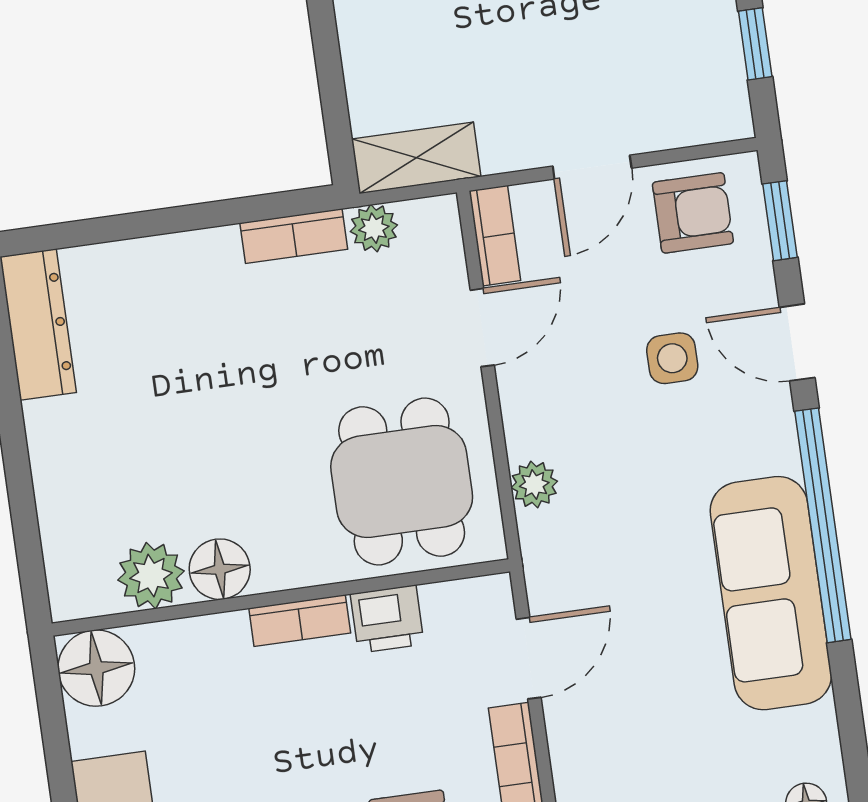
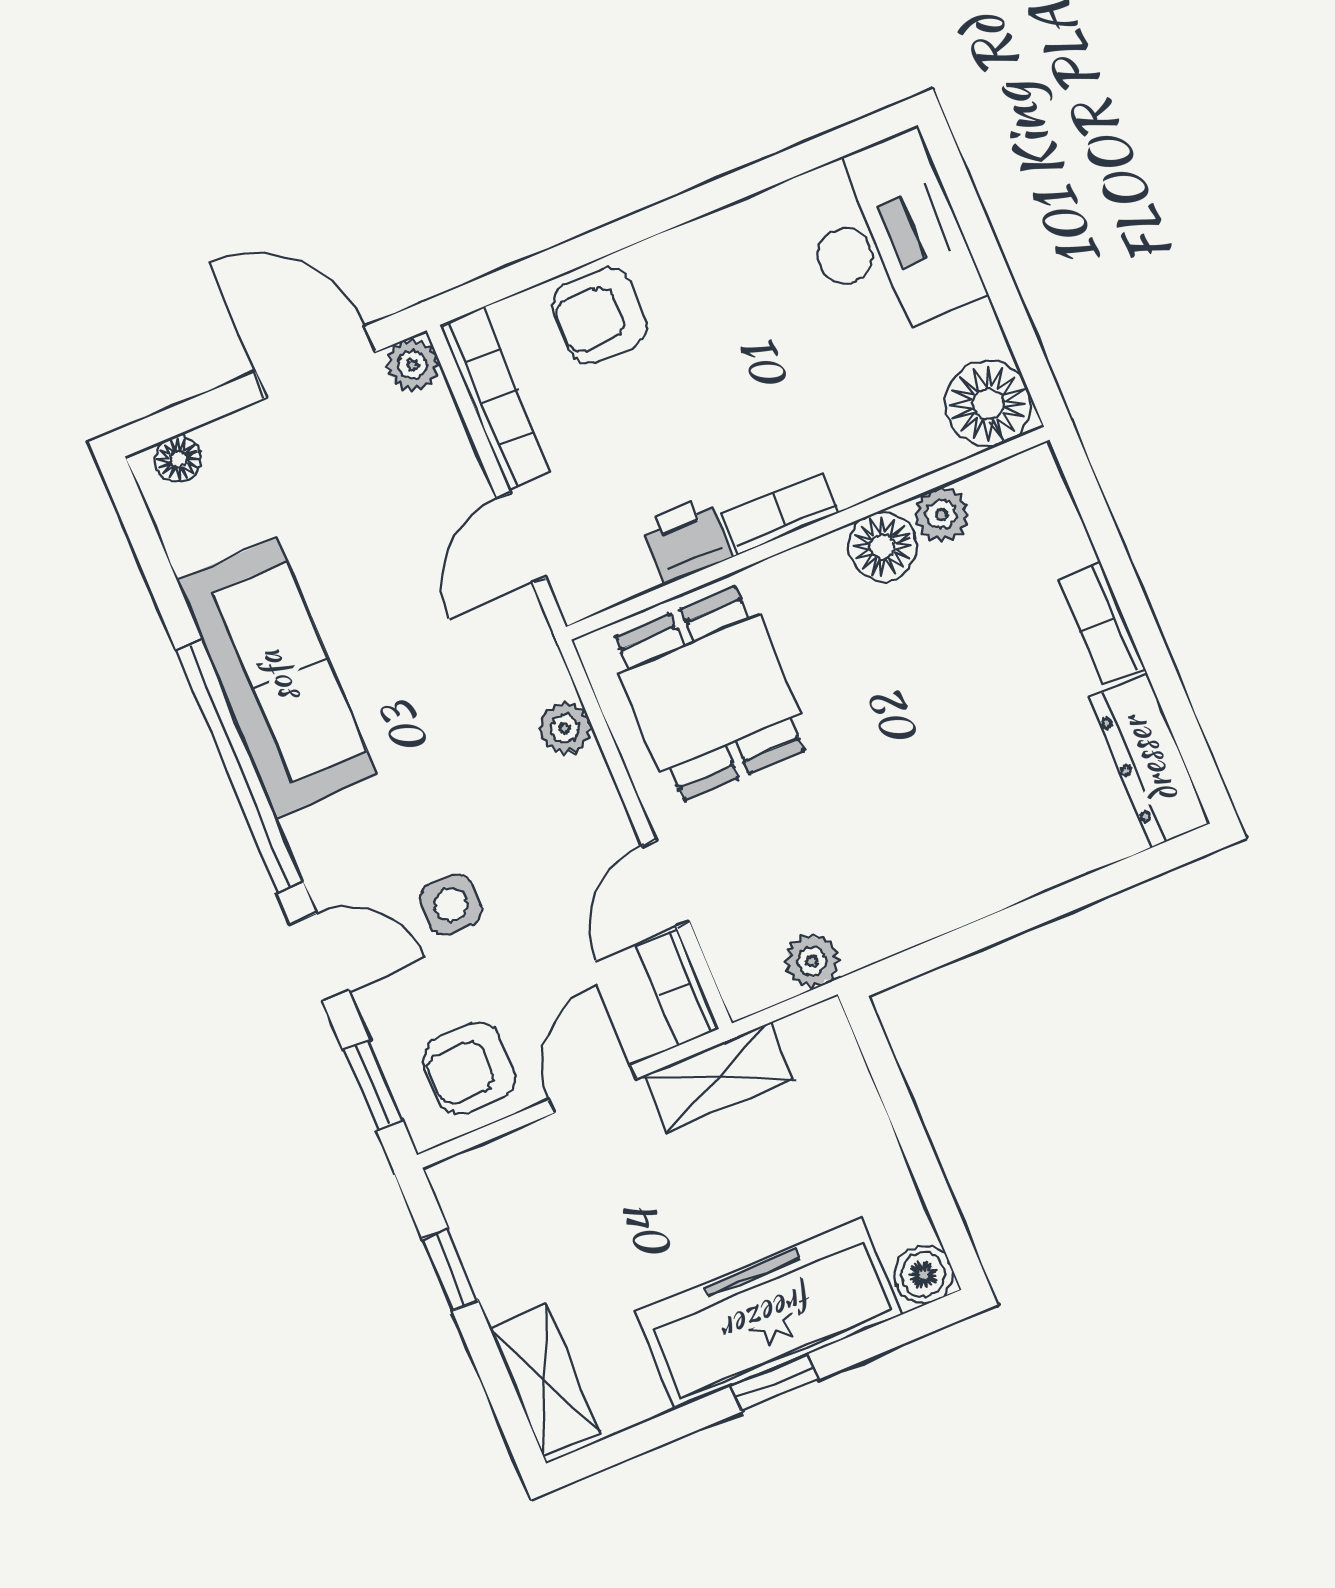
shelving: (416, 158) -> (719, 1077), moved
bookcase: (294, 236) -> (1101, 623), moved, turned -90
plant: (151, 576) -> (942, 514), width x0.73, depth x0.73

